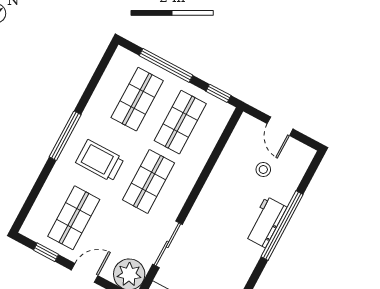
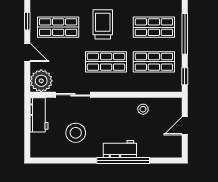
stool: (263, 169) -> (143, 109), moved
stool: (216, 266) -> (76, 133), added

